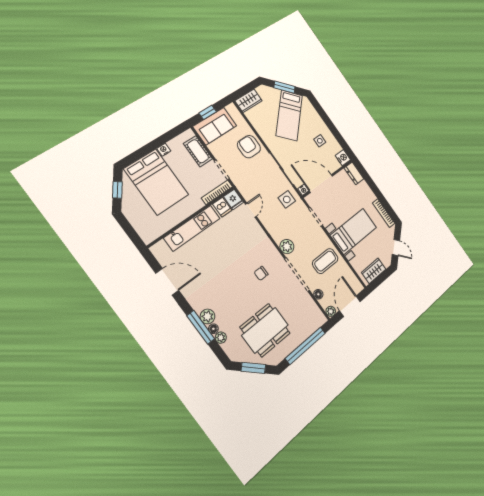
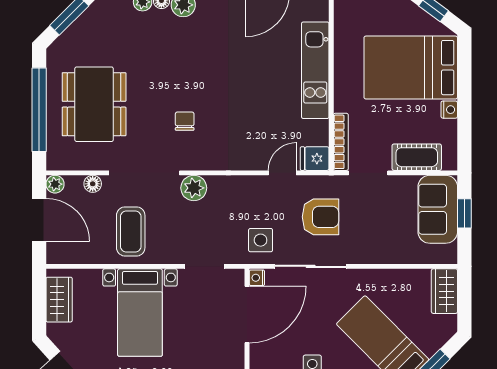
armchair: (249, 147) -> (321, 217), moved
dishwasher: (222, 207) -> (315, 134), removed
door: (251, 210) -> (282, 173), swing flipped
dining table: (265, 330) -> (94, 104), moved

